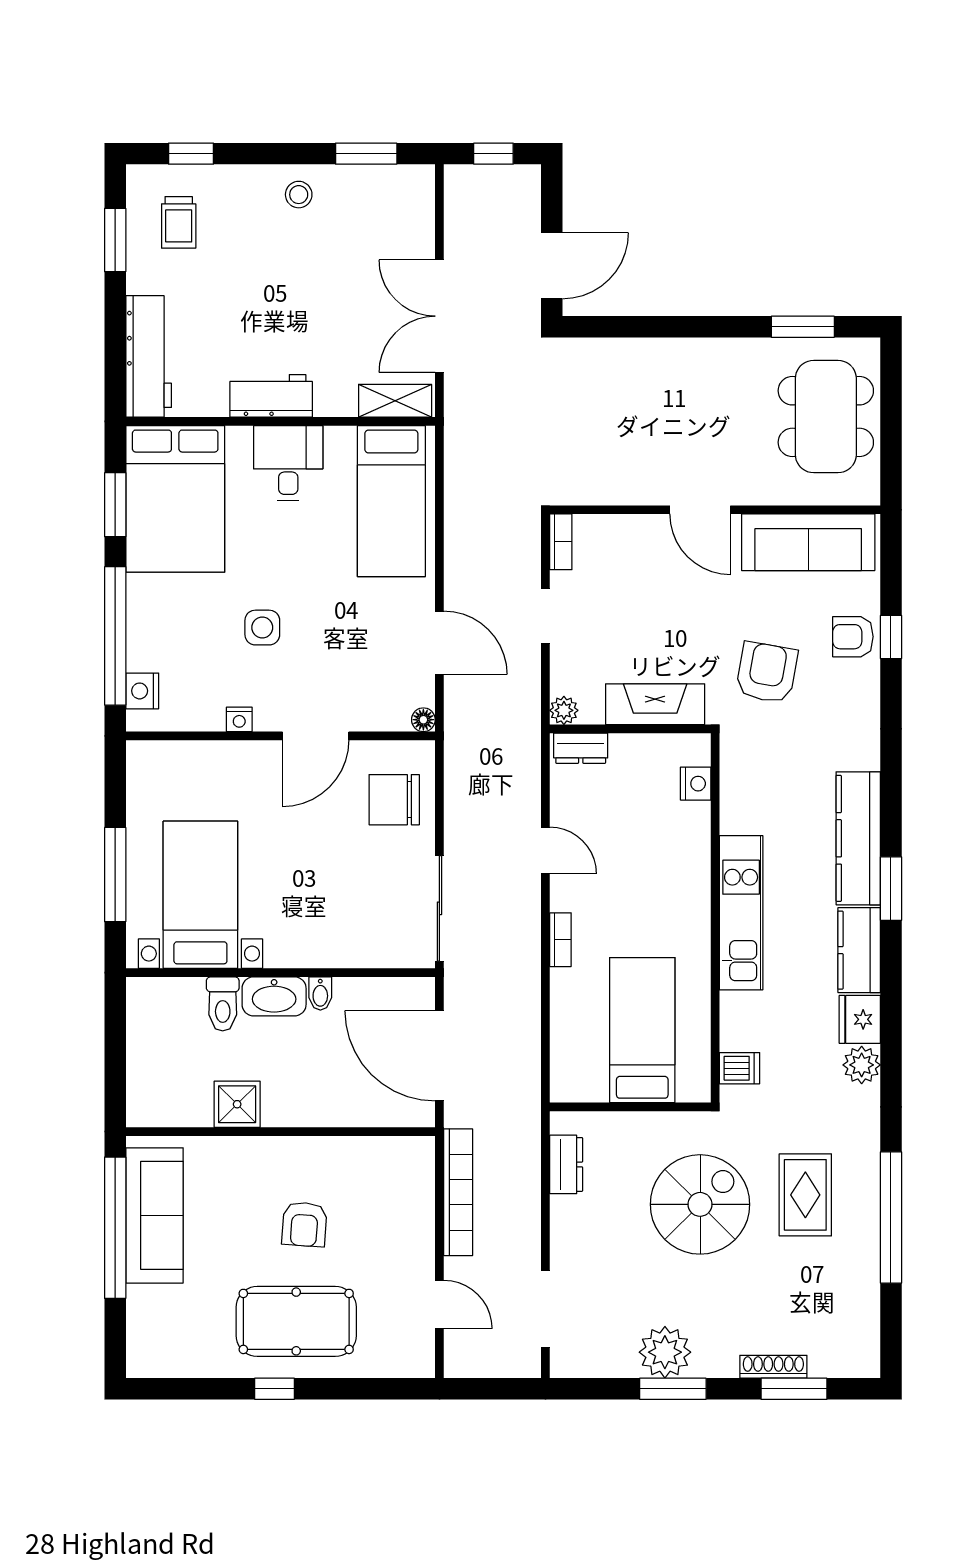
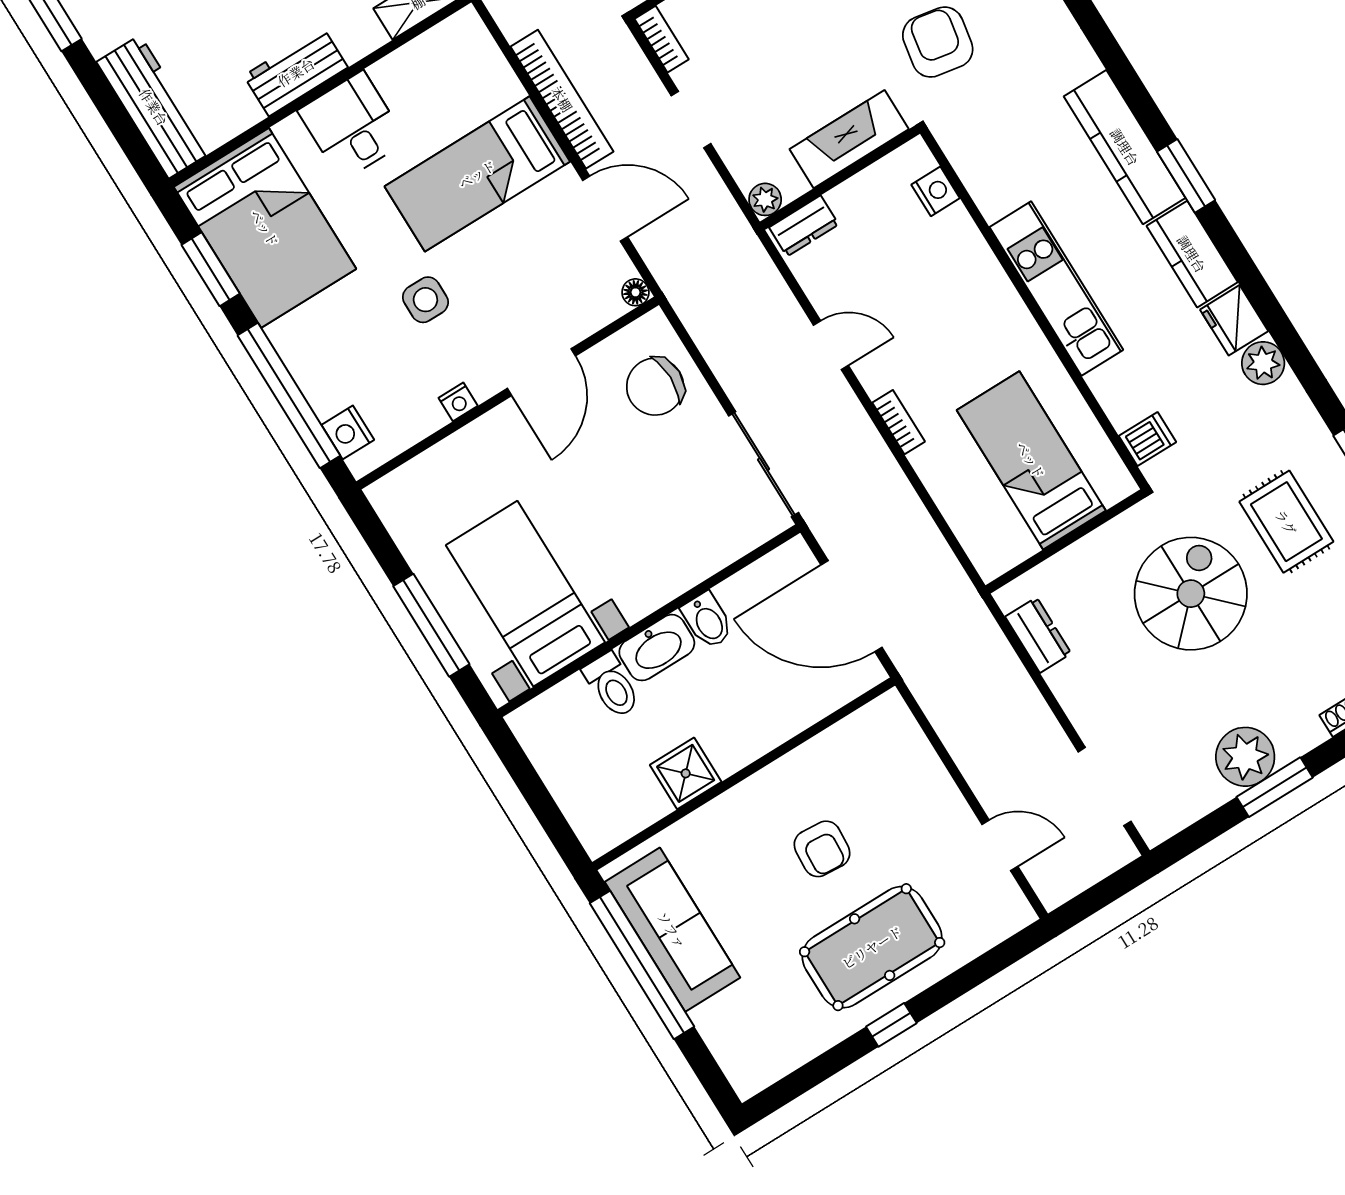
bed: (391, 501) -> (477, 174), moved, turned 90
bidet: (320, 994) -> (707, 620), width x1.38, depth x1.36
bookcase: (458, 1192) -> (562, 99), moved

